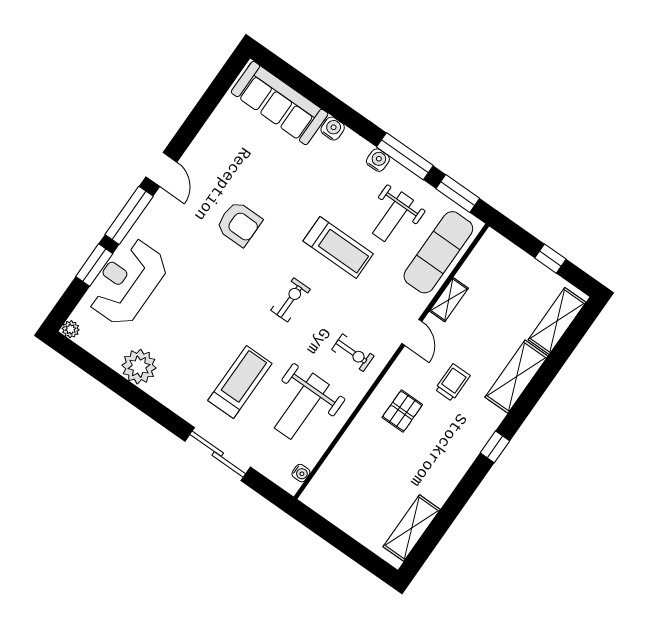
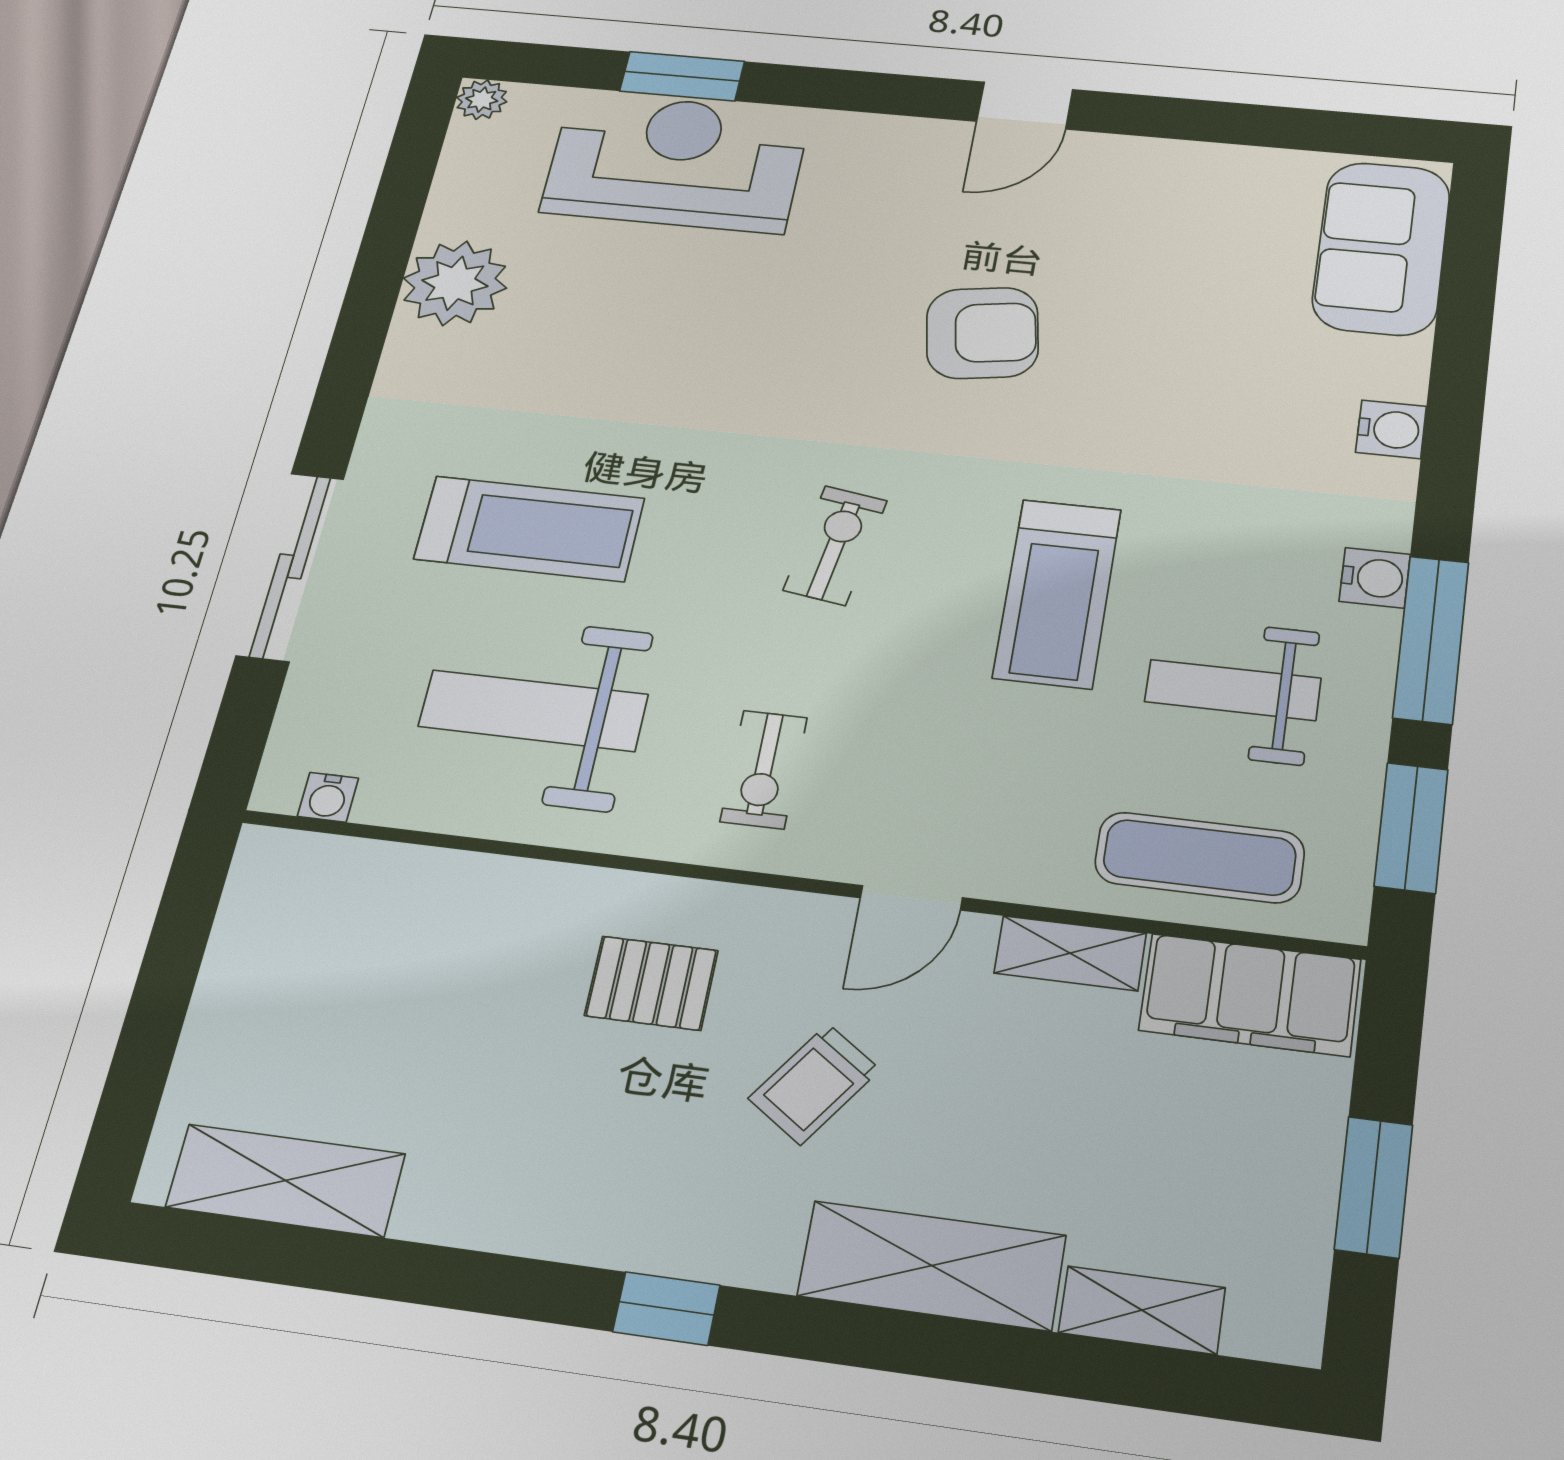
sofa: (280, 103) -> (1381, 248), width x0.73
window: (129, 215) -> (859, 91), removed
armchair: (239, 224) -> (982, 333), turned -99
exercise mat: (438, 252) -> (1200, 857), width x0.73, depth x0.69
window: (550, 259) -> (1374, 1187), width x1.50
filing cabinet: (484, 261) -> (1250, 995), added
exercise bike: (291, 300) -> (835, 545), turned -81
shelving: (557, 321) -> (1142, 1310), width x0.67, depth x0.75
trolley: (453, 382) -> (814, 1084), turned 125

